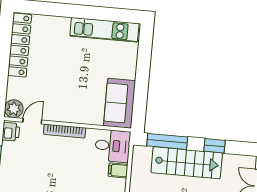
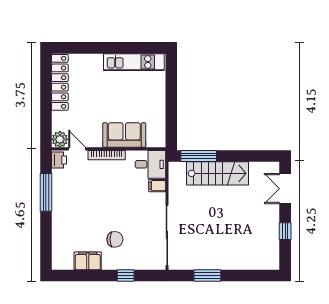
sofa: (119, 103) -> (124, 135), moved, turned 90
door: (32, 121) -> (77, 149), hinge flipped
window: (214, 146) -> (241, 156), removed

